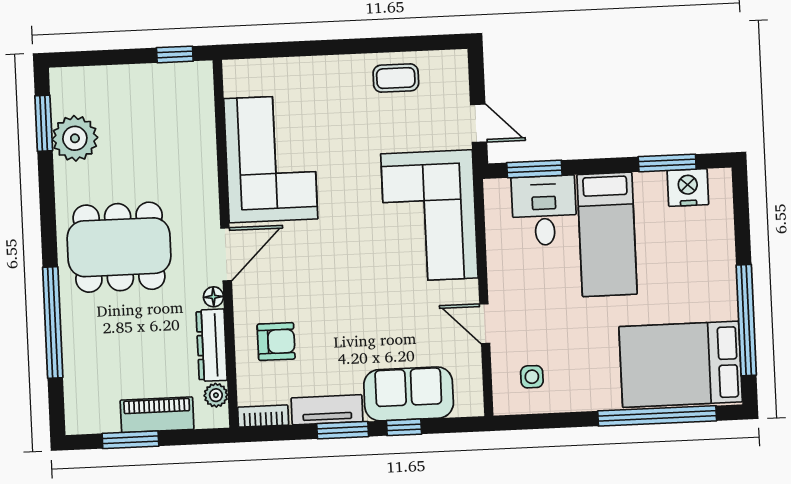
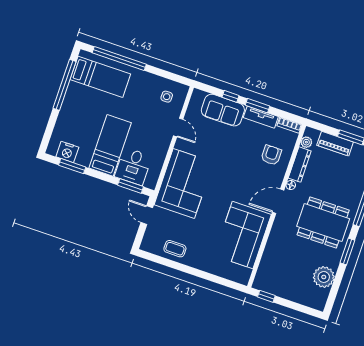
window: (44, 123) -> (347, 251), moved
armchair: (276, 342) -> (271, 155), turned 90
bed: (681, 364) -> (100, 77), width x0.67

